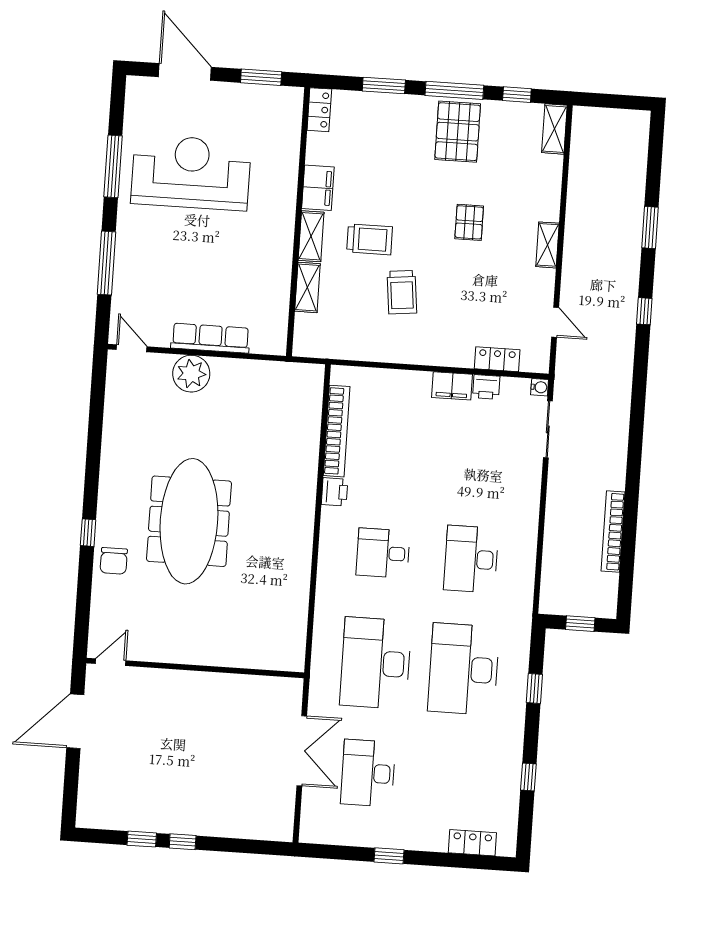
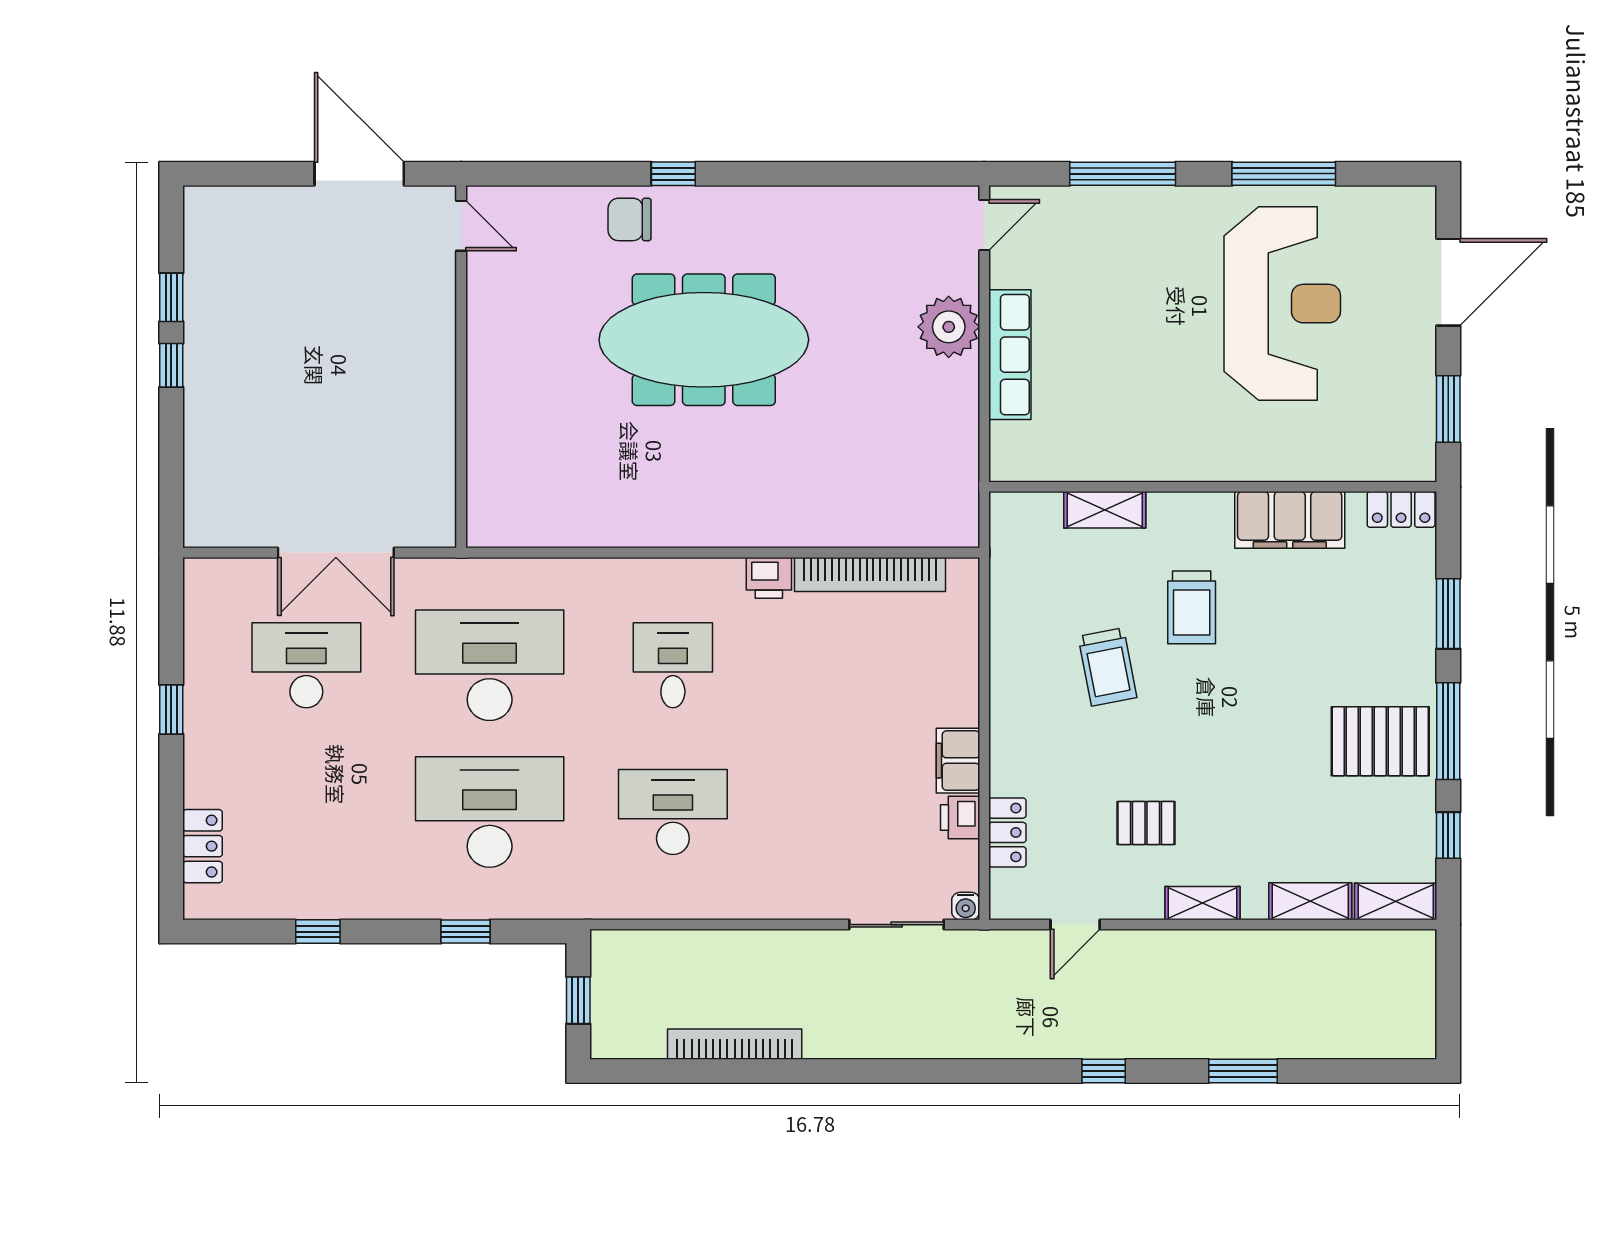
filing cabinet: (318, 188) -> (1290, 520), width x1.50, depth x1.17
pallet: (469, 222) -> (1146, 823), moved
shelving: (311, 236) -> (1310, 901), moved
trolley: (402, 292) -> (1108, 667), turned -95

